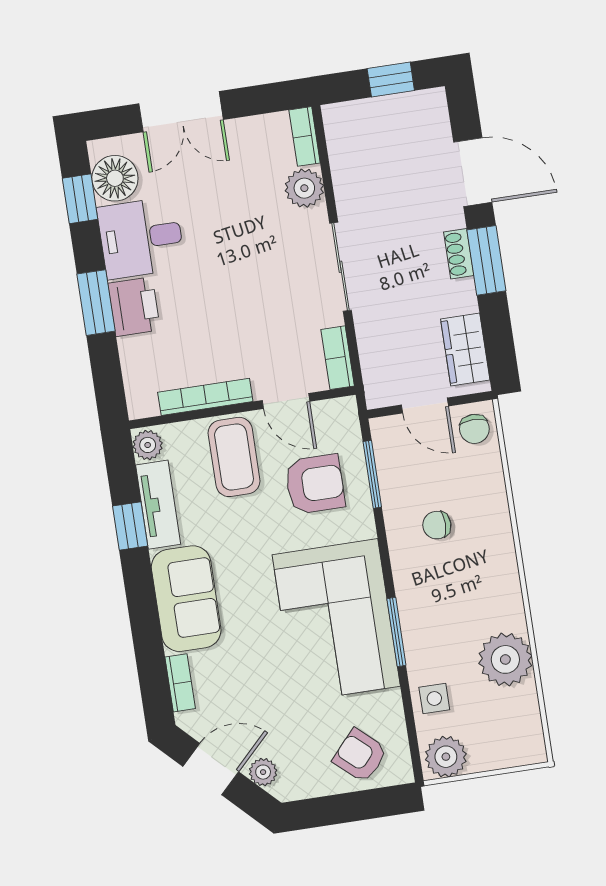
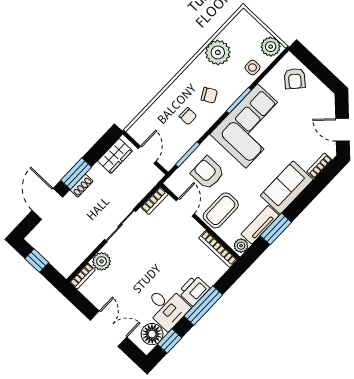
window: (96, 303) -> (203, 305), width x1.44
bookcase: (205, 397) -> (218, 249), moved
chair: (474, 429) -> (209, 95), moved, turned 61
window: (130, 526) -> (276, 229), width x1.50
plant: (263, 772) -> (329, 110), removed

